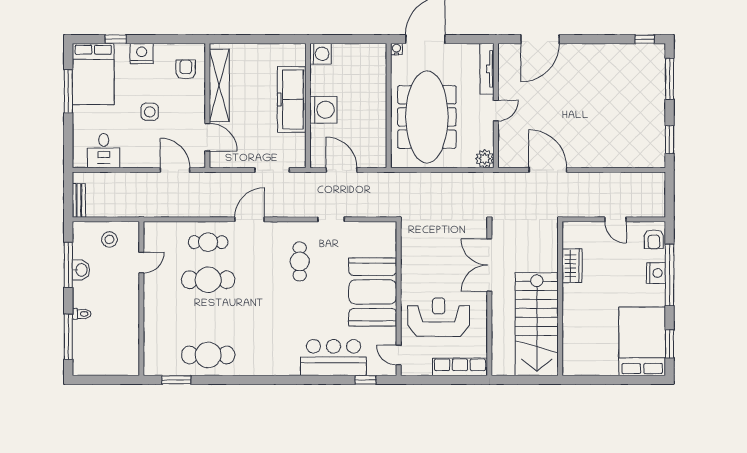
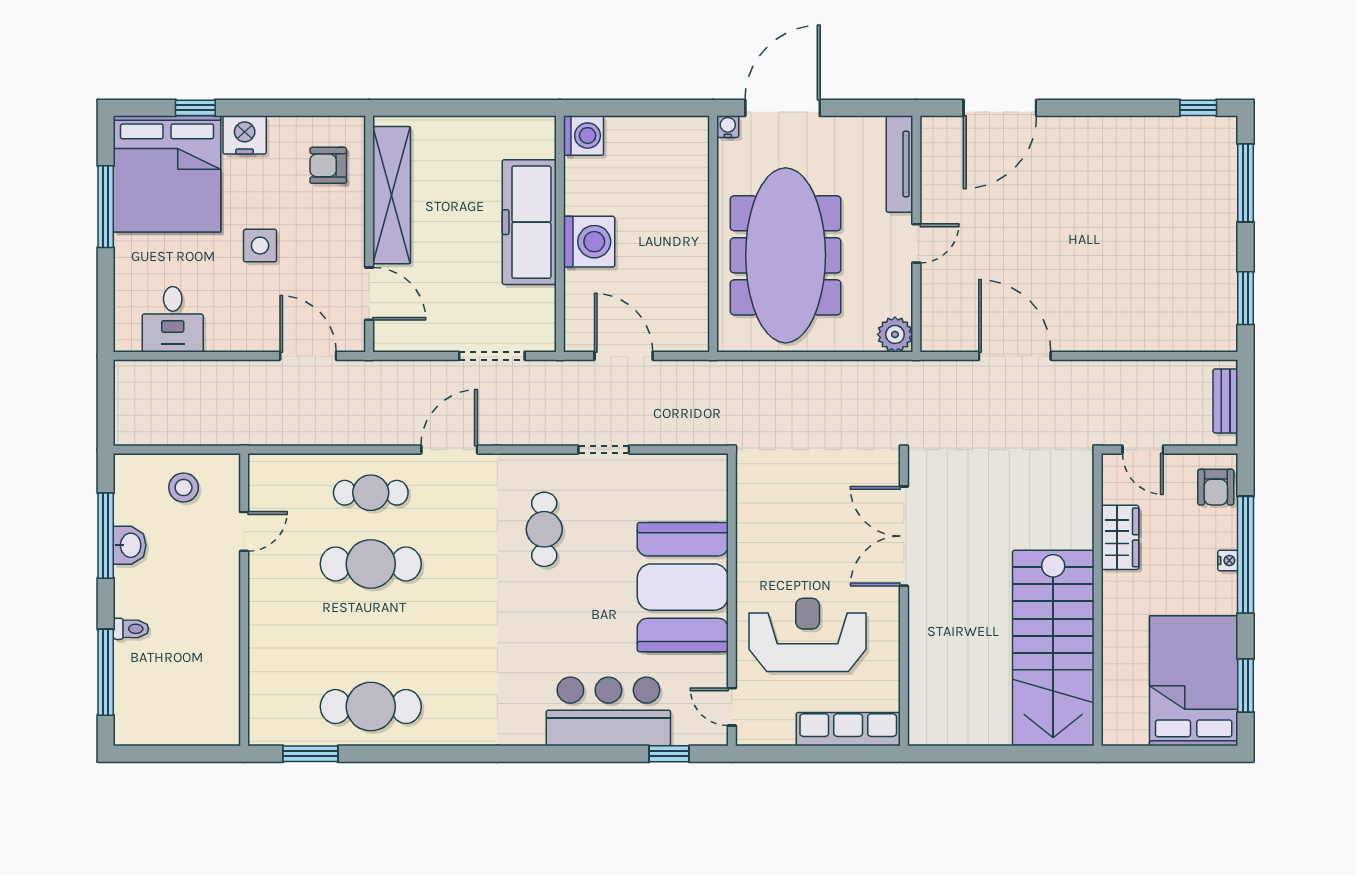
armchair: (186, 70) -> (328, 165), turned -90
bed: (93, 74) -> (167, 174), width x1.36
bench: (79, 200) -> (1225, 401), moved
wardrobe: (572, 266) -> (1120, 537), moved
nightstand: (656, 273) -> (1228, 561), width x0.53, depth x0.56
wall: (560, 299) -> (1098, 600), moved
stairs: (537, 324) -> (1053, 648), moved

